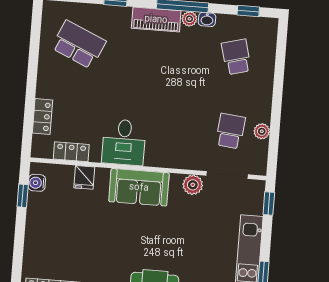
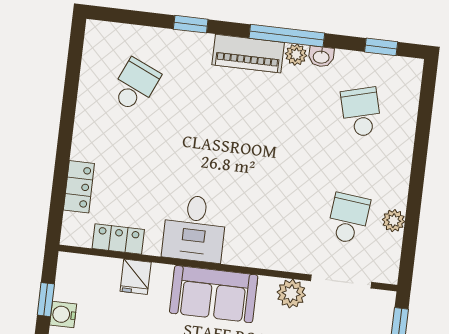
school desk: (79, 45) -> (135, 85), width x0.54
water cooler: (37, 183) -> (63, 314), moved

